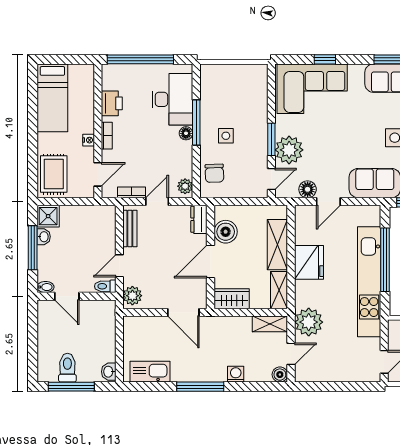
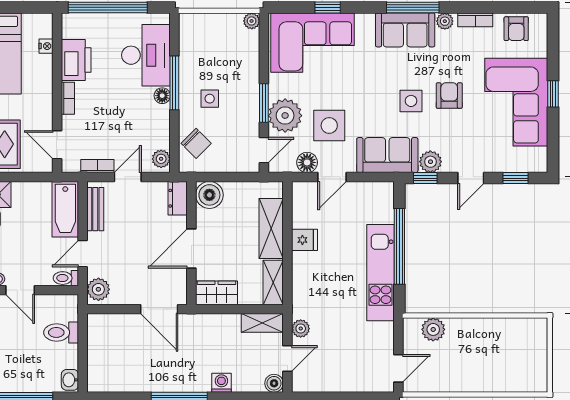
plant: (261, 71) -> (252, 21), added
printer: (112, 103) -> (76, 60), width x1.37, depth x1.19
nightstand: (89, 140) -> (46, 46), moved
side table: (326, 158) -> (329, 126), added
chair: (214, 173) -> (196, 143), turned -43
door: (98, 174) -> (57, 145), swing flipped
bathtub: (105, 229) -> (65, 209), added
boiler: (226, 232) -> (209, 195), moved
fridge: (309, 262) -> (304, 240), width x0.53, depth x0.75
kitchen unit: (369, 282) -> (380, 273), width x0.73
plant: (309, 322) -> (301, 329), width x0.53, depth x0.53
toilet: (67, 368) -> (61, 332), moved, turned -90
kitchen sink: (150, 372) -> (119, 380), removed

